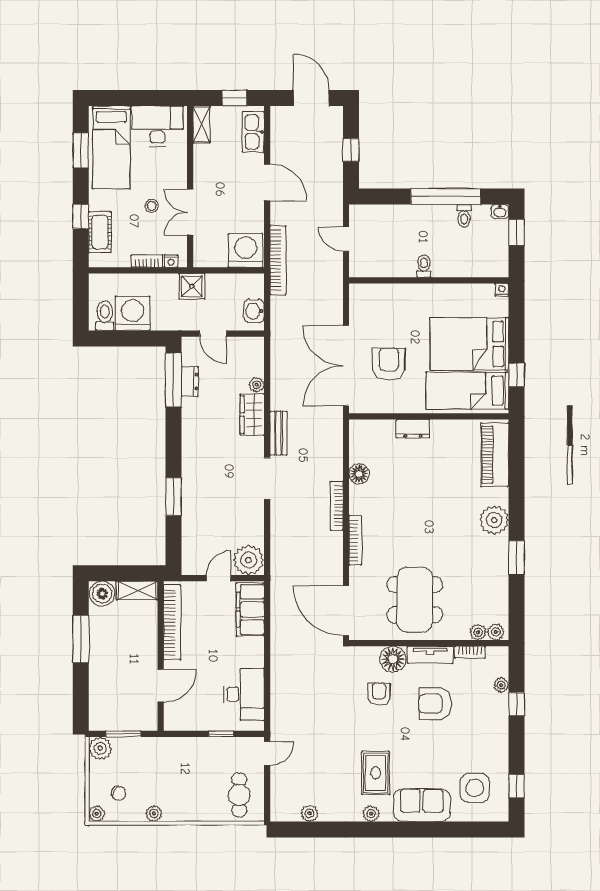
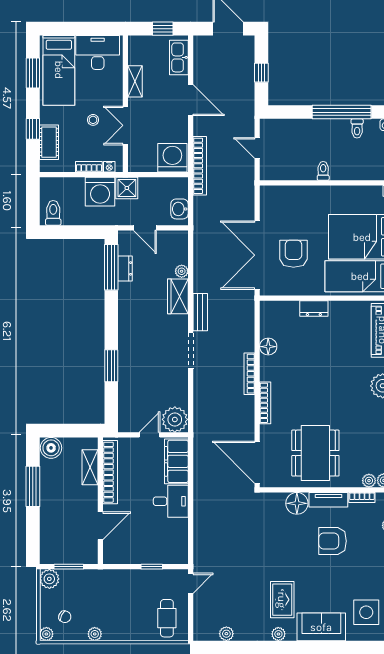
shelving: (201, 124) -> (135, 81), moved
washing machine: (133, 313) -> (100, 192), moved, turned 180
shelving: (137, 590) -> (90, 467), moved, turned 90
desk: (244, 694) -> (171, 501), moved, width x0.73
armchair: (379, 694) -> (285, 533), removed

